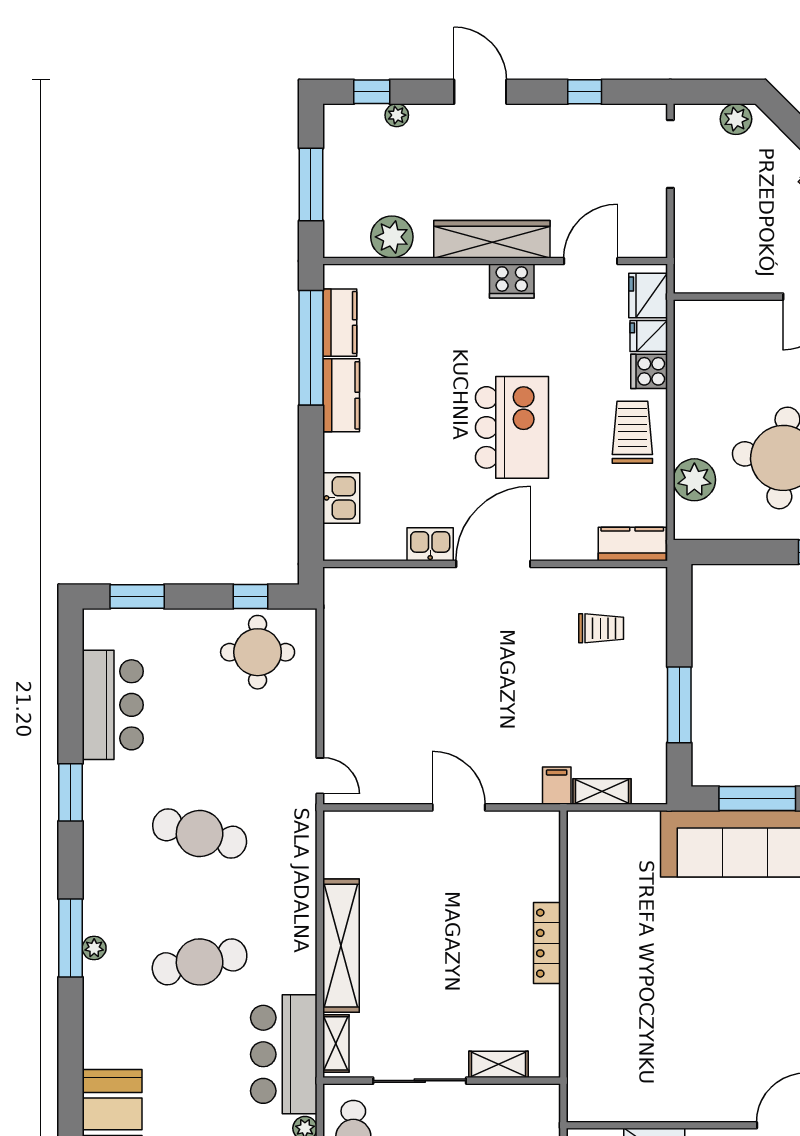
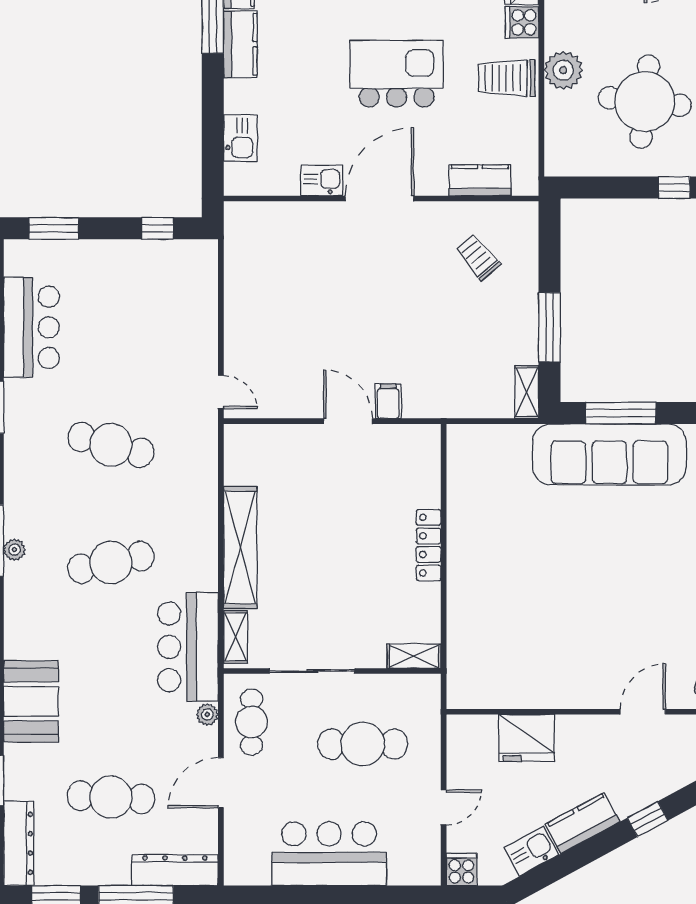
kitchen island: (512, 427) -> (397, 74), turned -90
trolley: (632, 432) -> (507, 78), turned -90
plant: (694, 480) -> (563, 70), moved
kitchen counter: (632, 544) -> (480, 180), moved
trolley: (601, 628) -> (478, 257), turned -130
round table: (258, 652) -> (164, 279), removed
filing cabinet: (557, 786) -> (388, 401), moved
shelving: (602, 792) -> (527, 392), moved, turned 90
shelving: (499, 1064) -> (414, 656), moved

